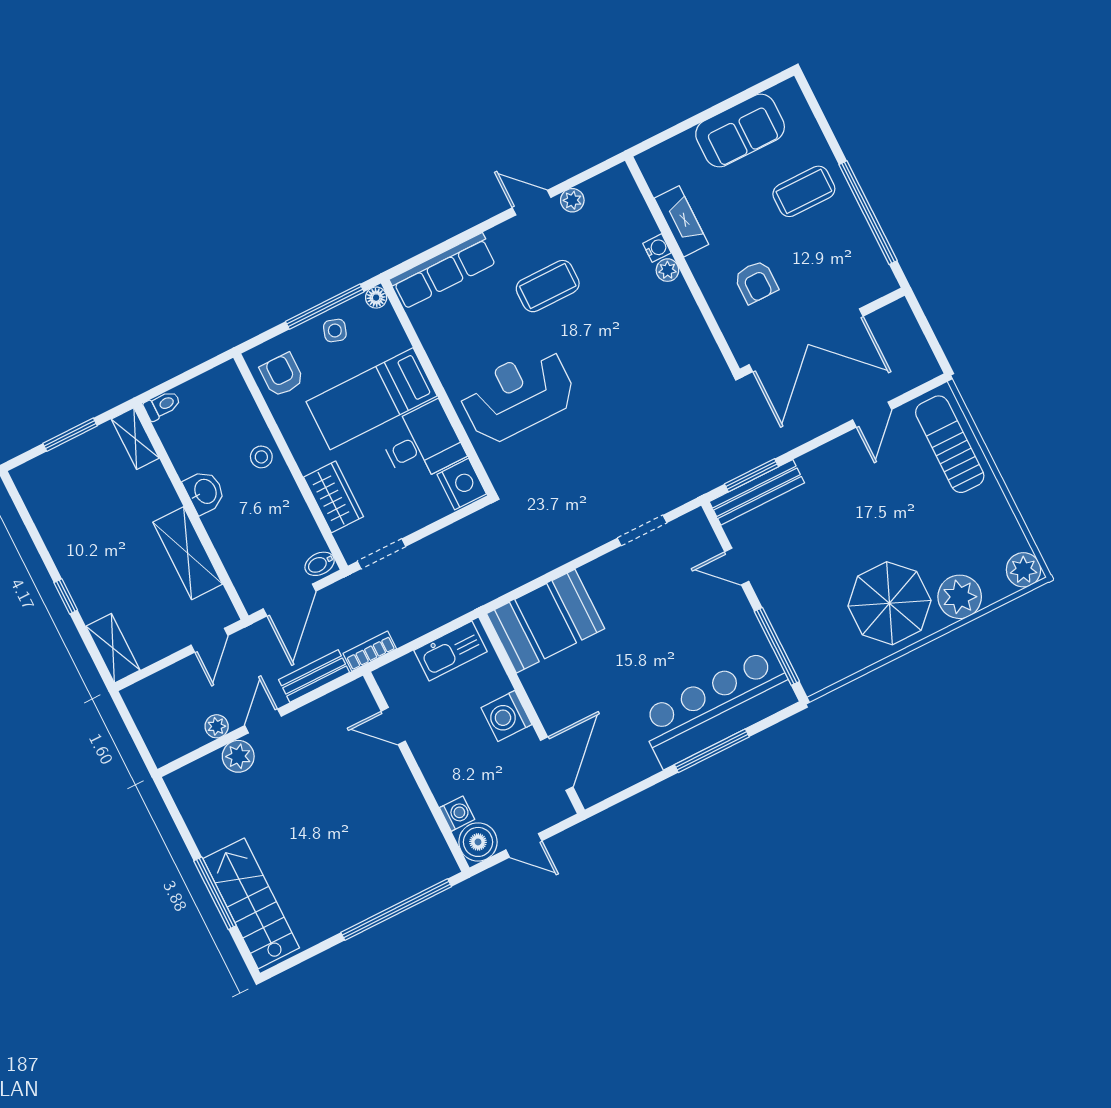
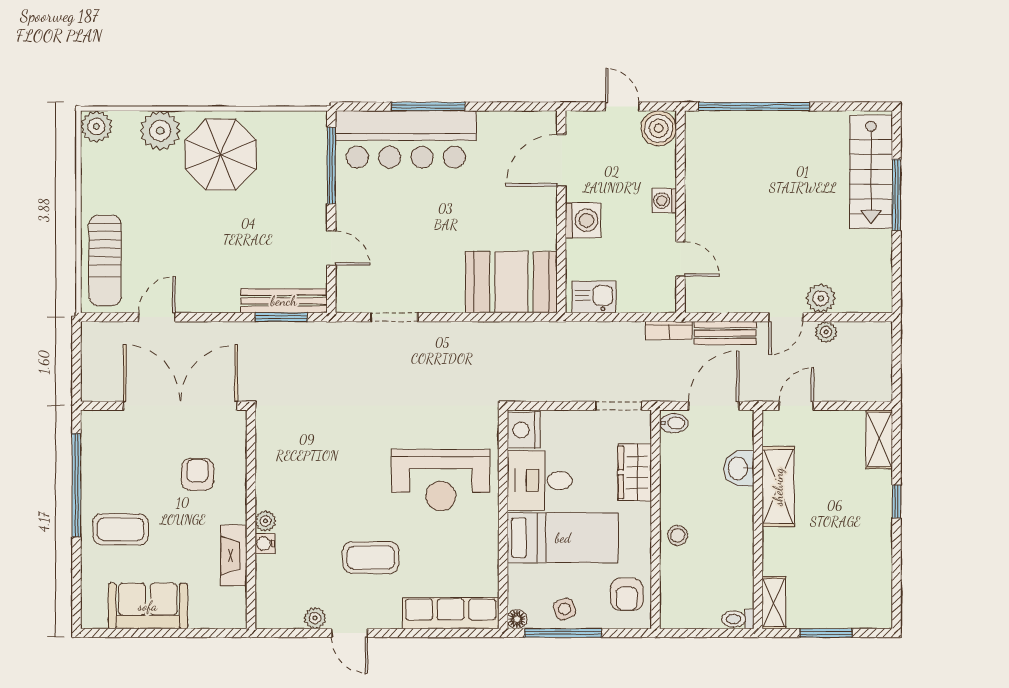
side table: (335, 330) -> (565, 609), turned -38
washbasin: (205, 492) -> (739, 468), moved
kitchen sink: (450, 651) -> (594, 297), width x0.73
washing machine: (457, 814) -> (664, 201), moved

